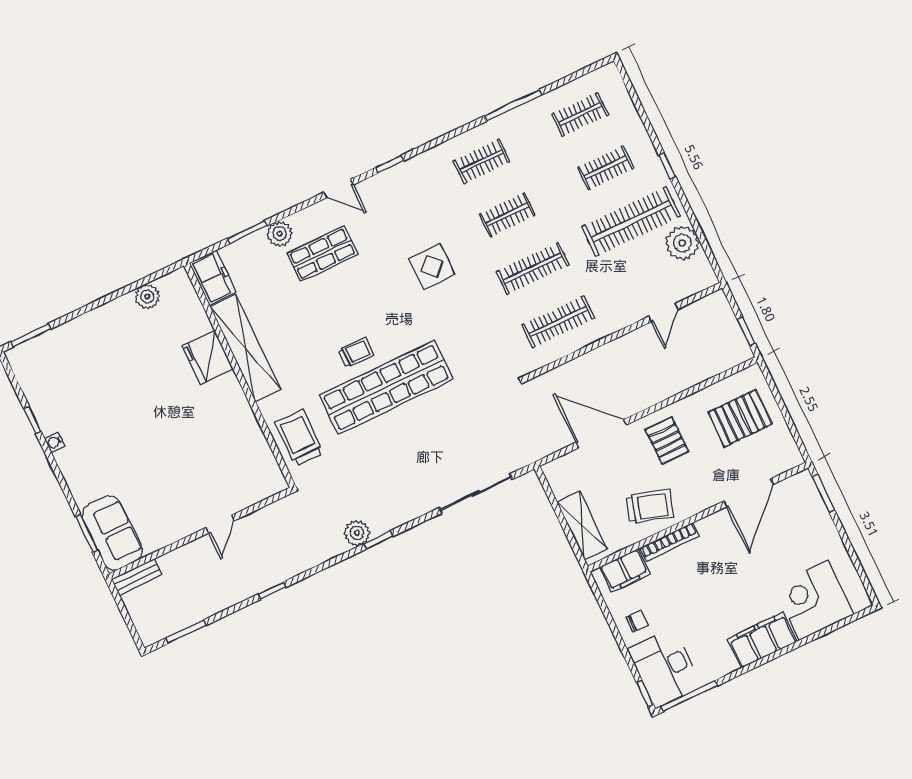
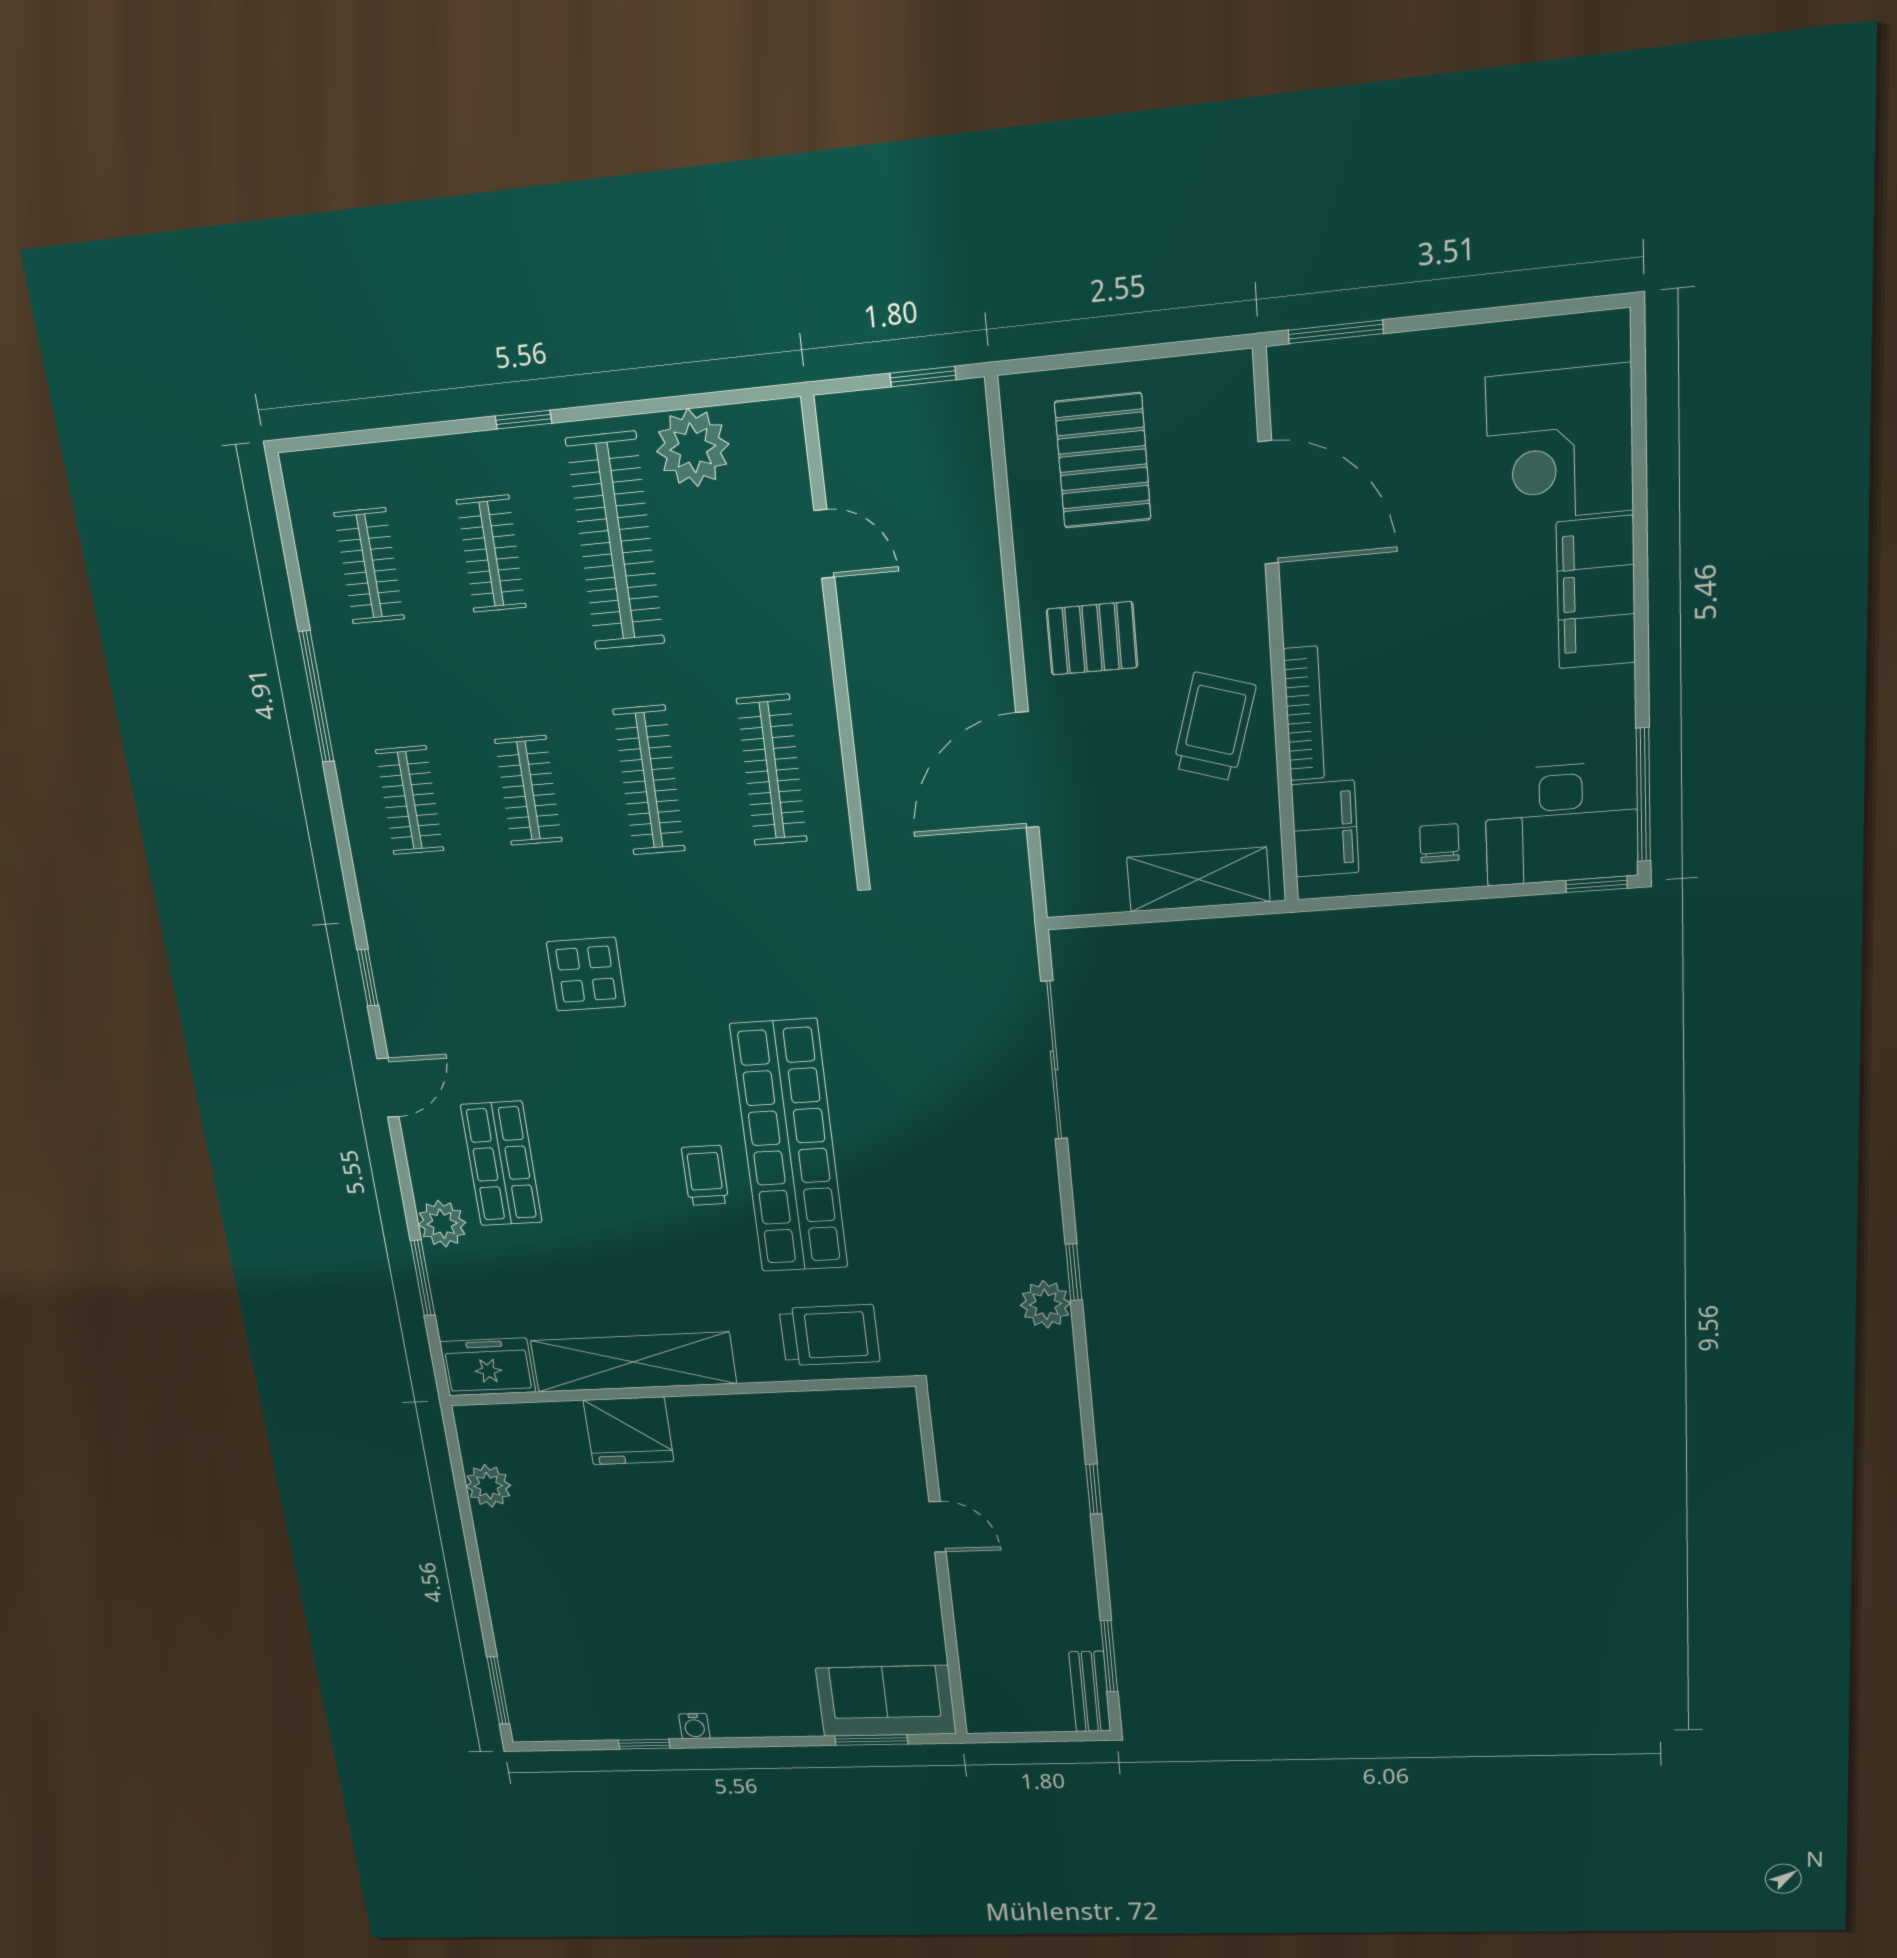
trolley: (299, 438) -> (830, 1335), turned 180
bench: (137, 577) -> (1090, 1691), moved

